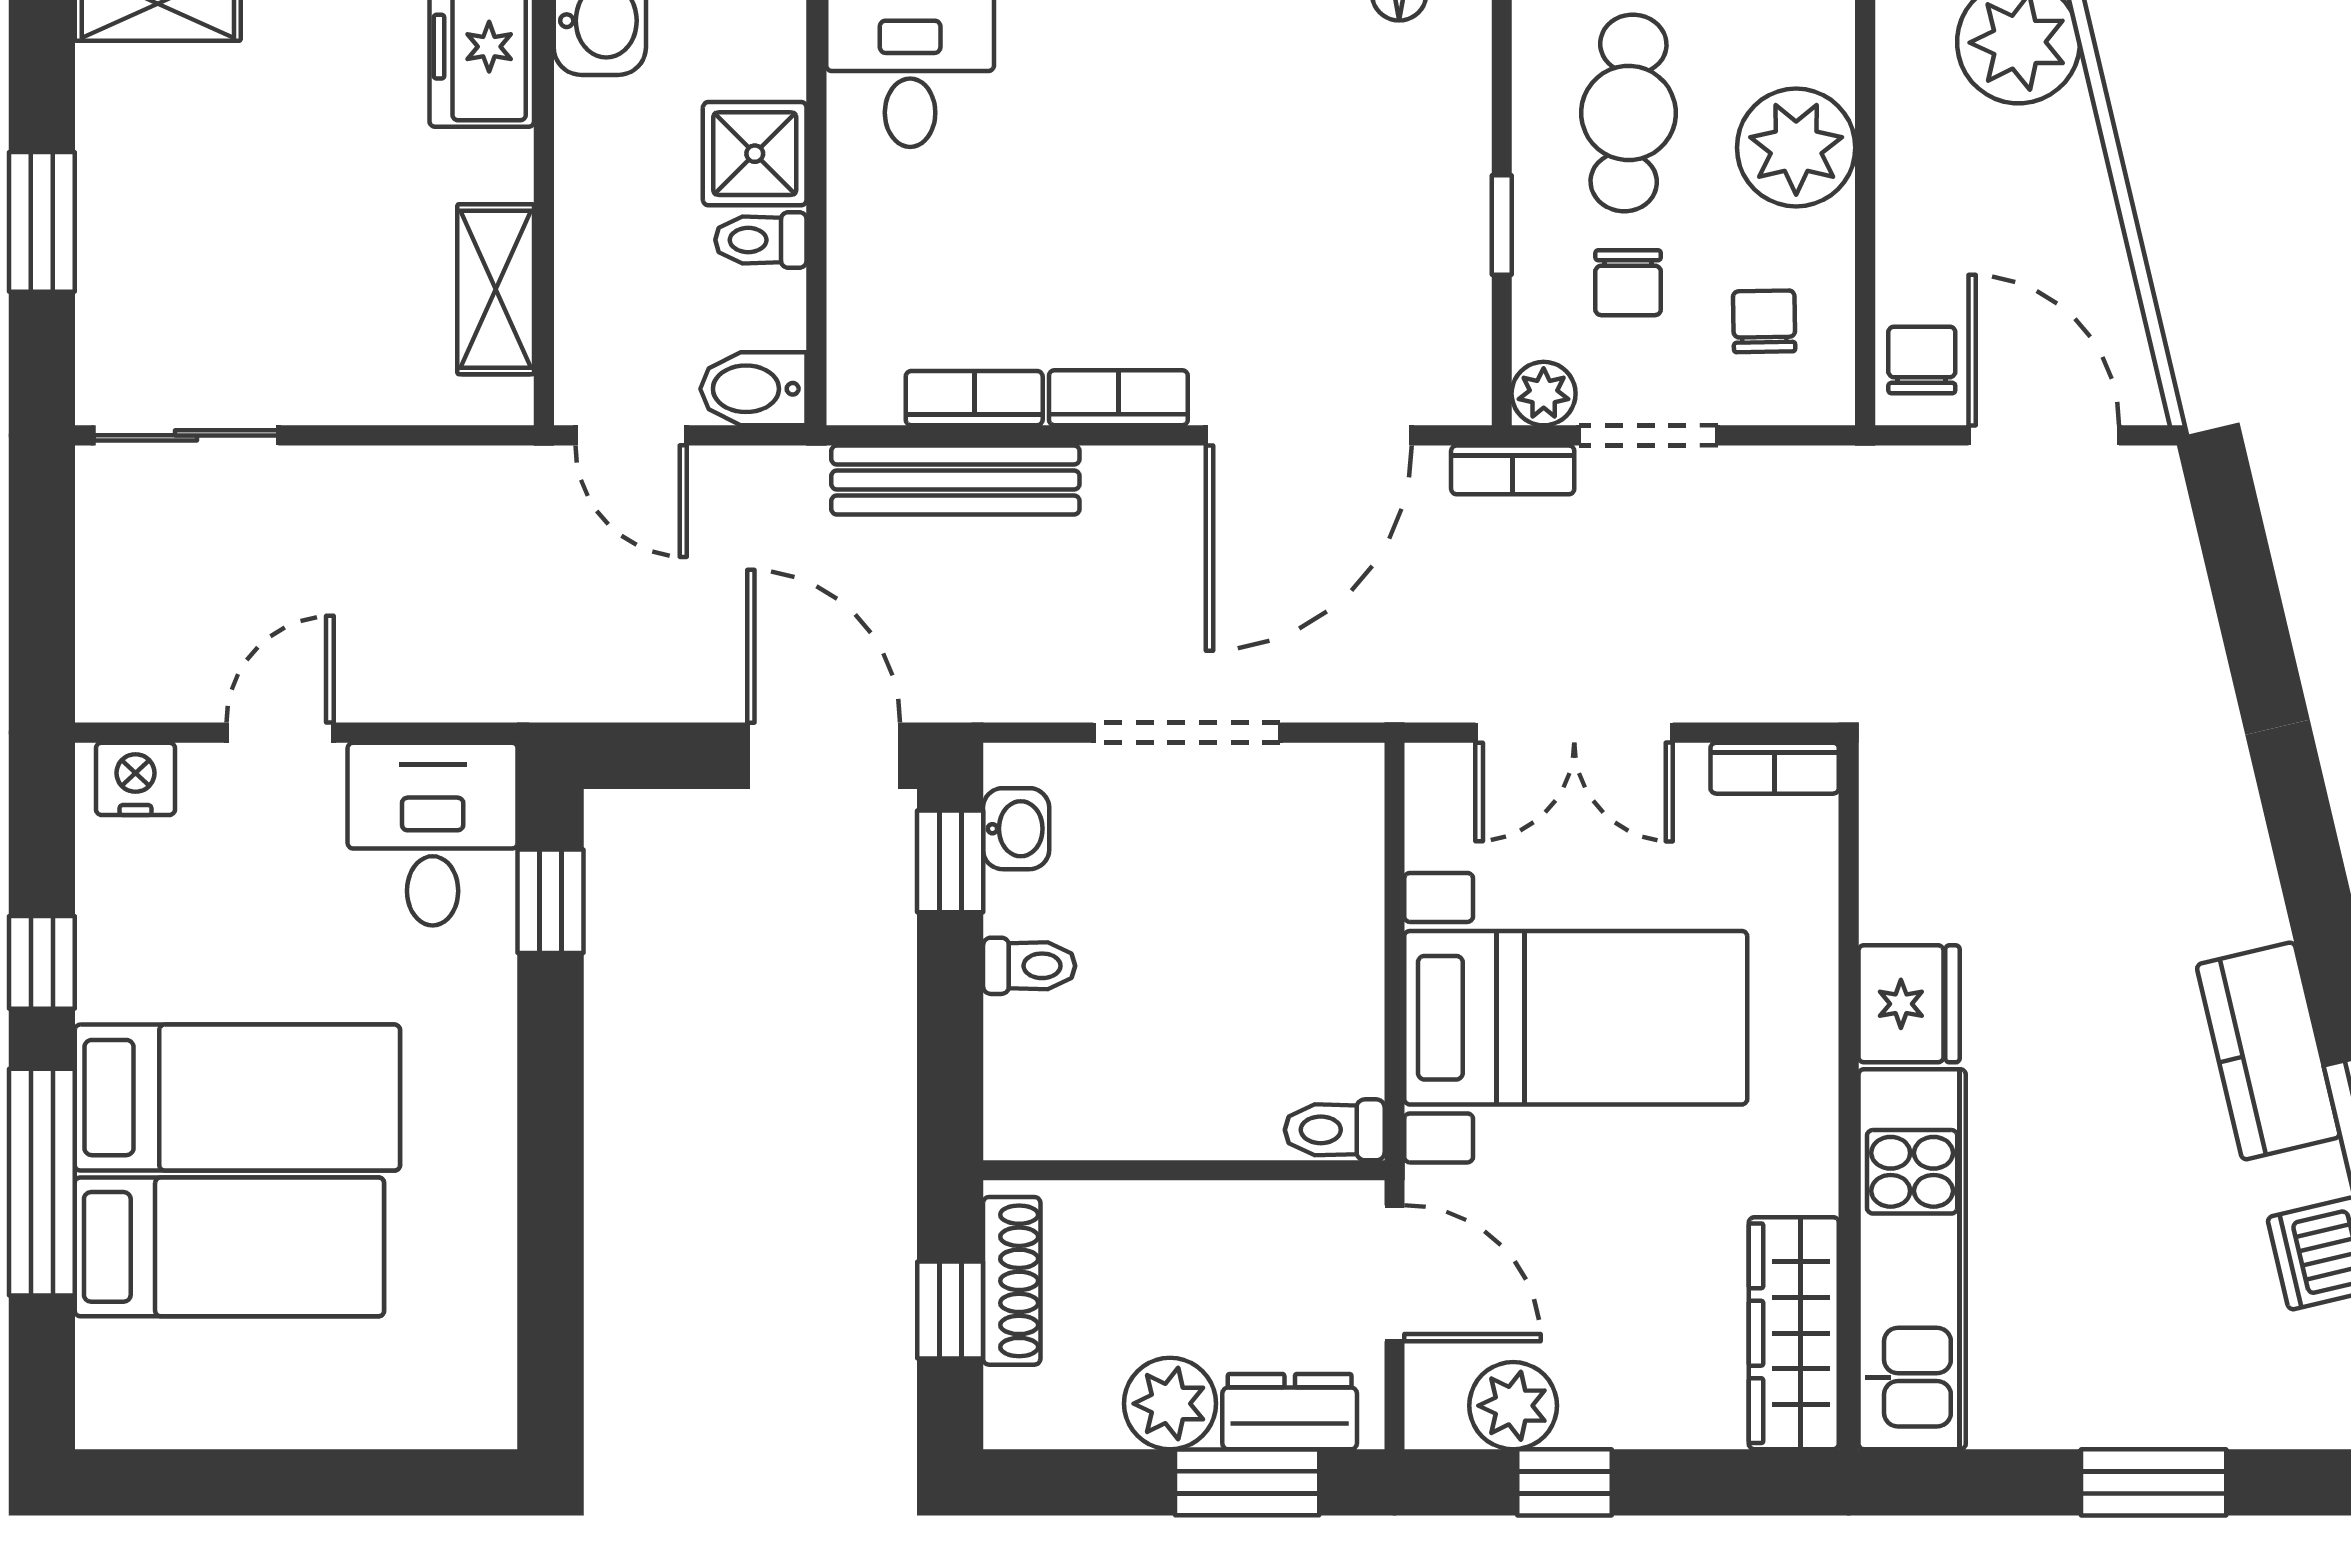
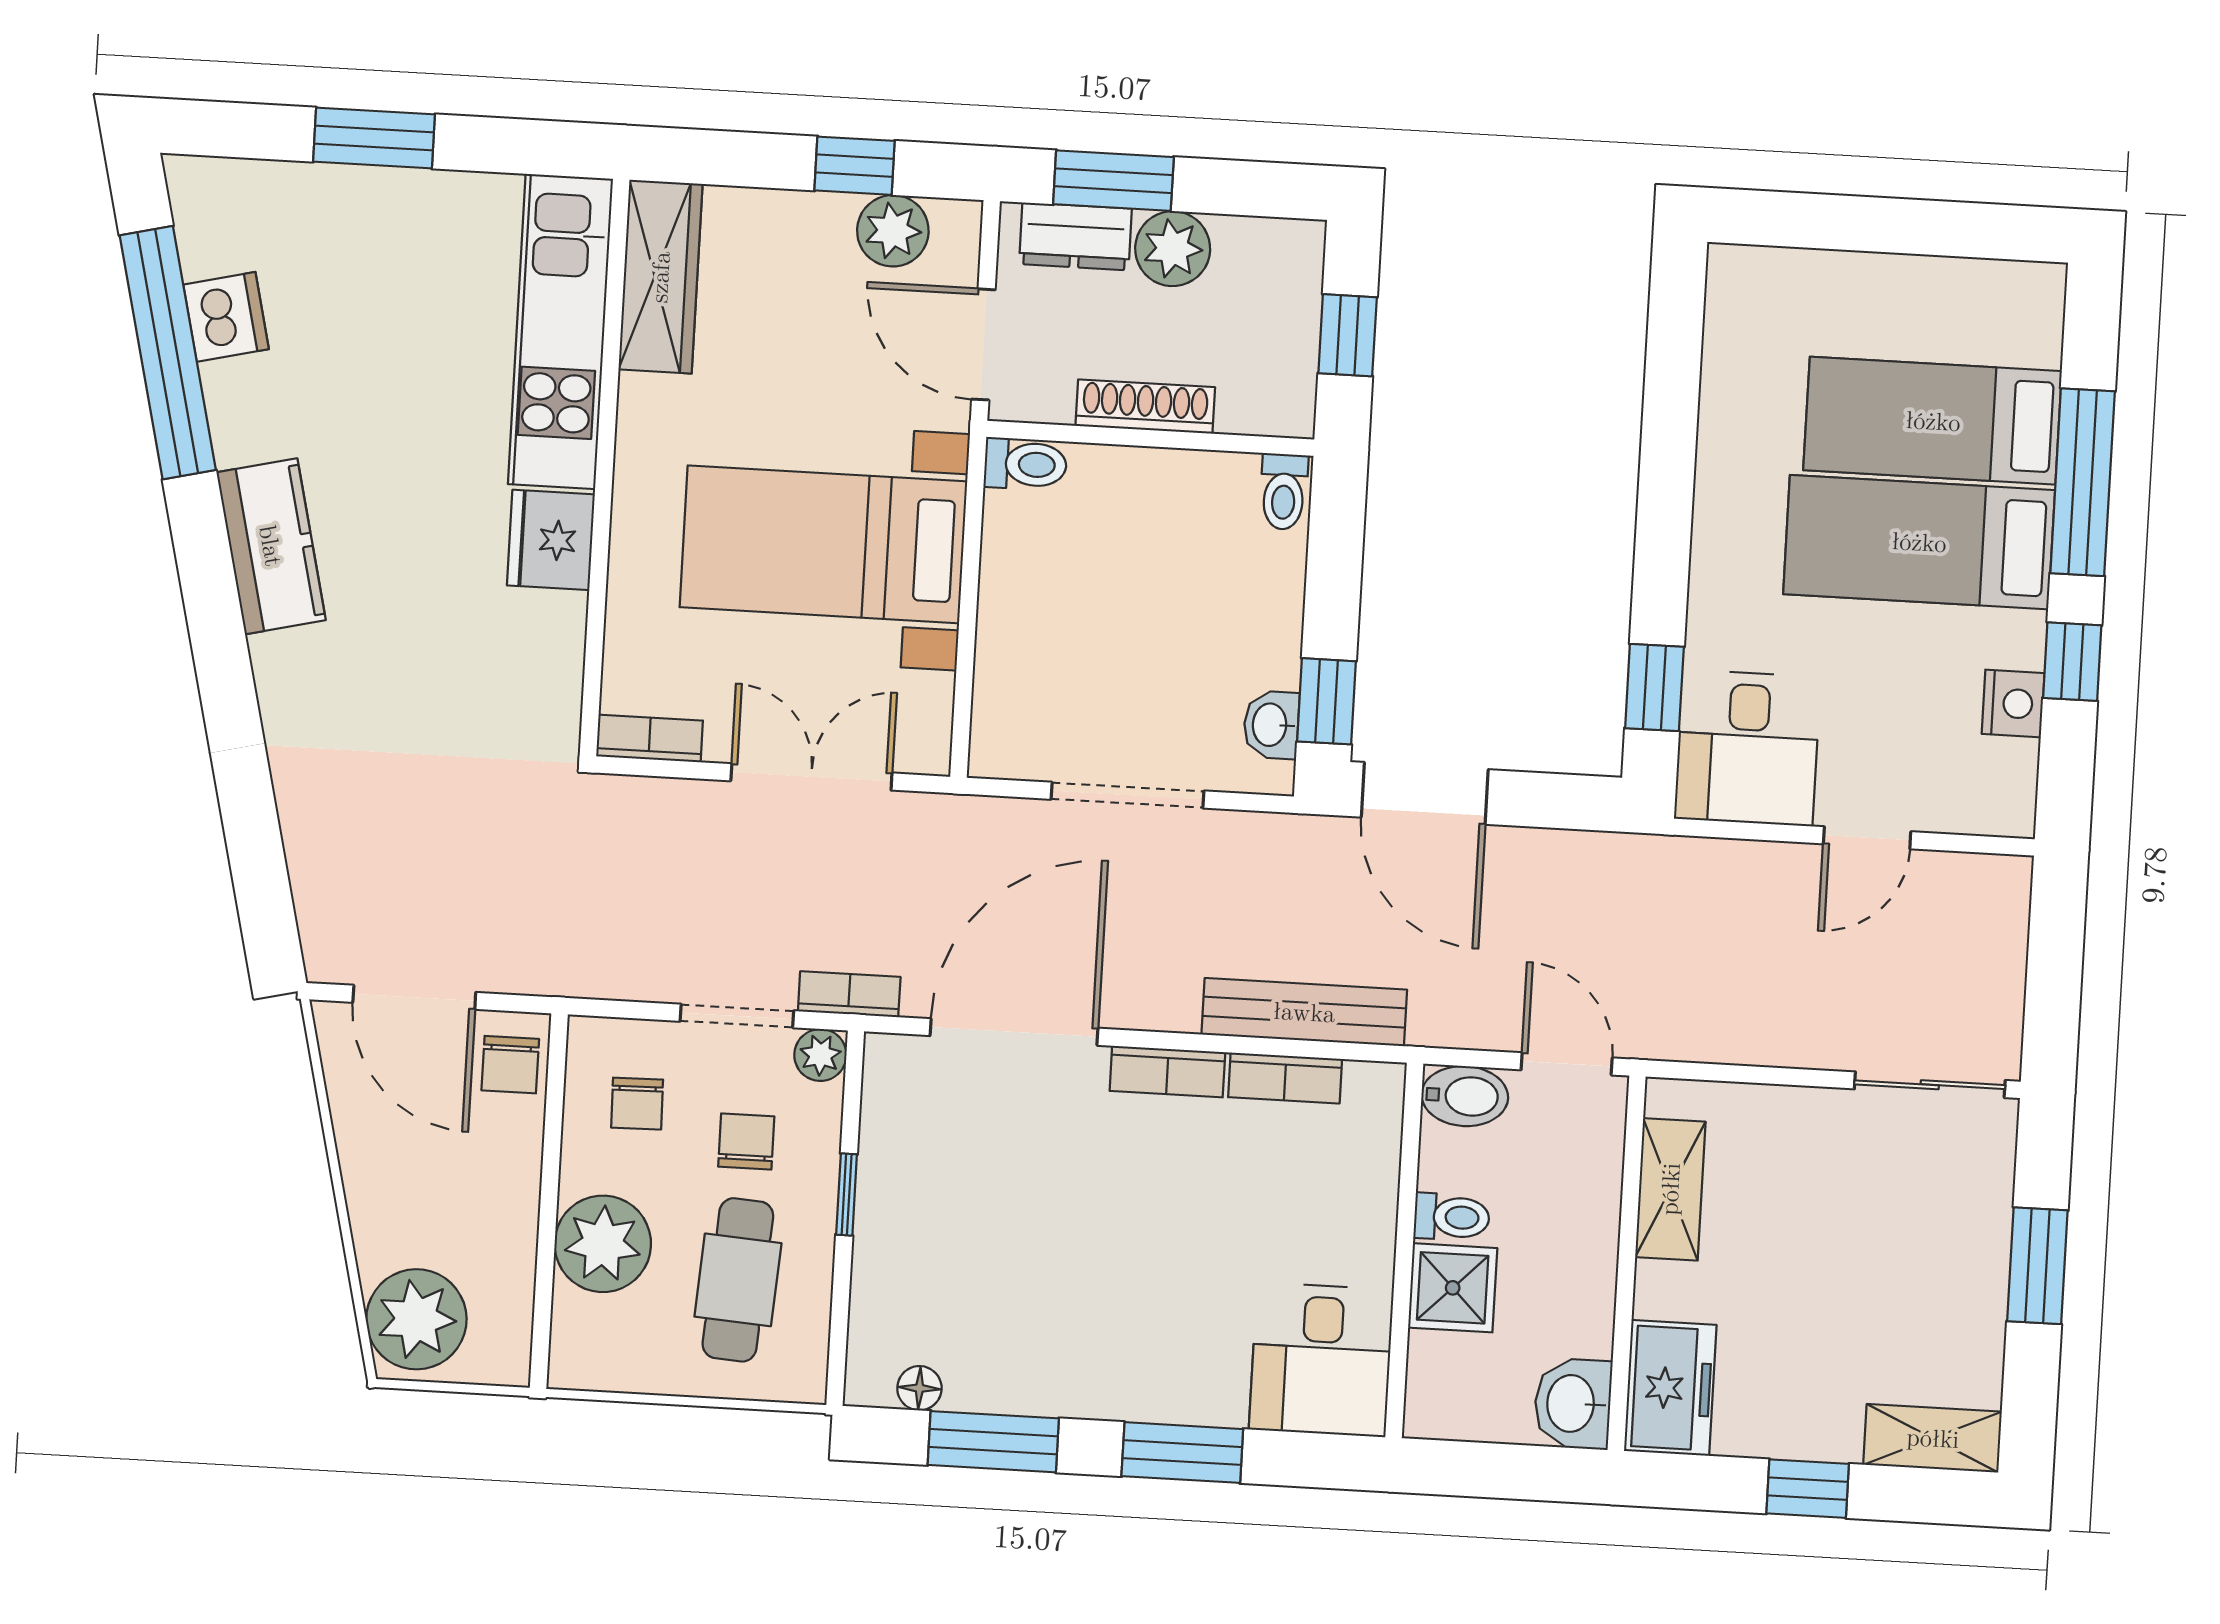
nightstand: (135, 779) -> (2013, 704), moved, turned -90
toilet: (1029, 966) -> (1284, 492), moved, turned -90
kitchen counter: (2268, 1051) -> (271, 546), moved
shoe rack: (1012, 1281) -> (1145, 406), moved, turned 90

